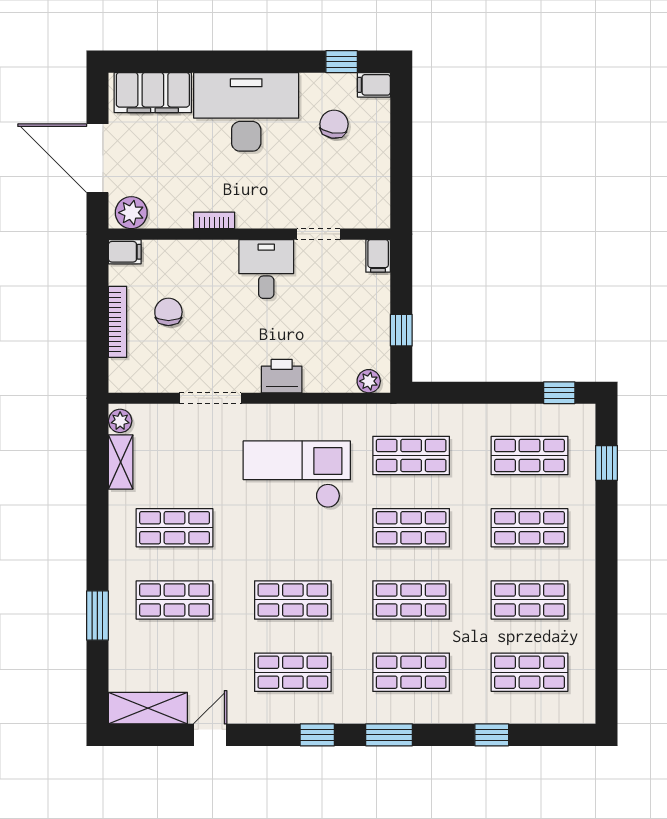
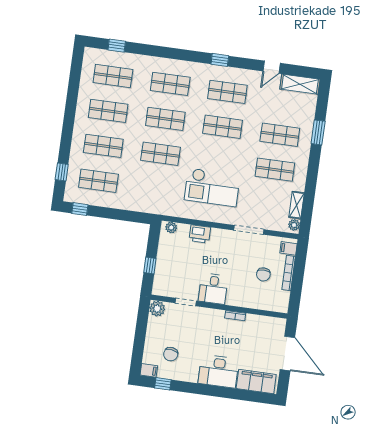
desk: (246, 112) -> (219, 371), width x0.73, depth x0.77
plant: (131, 213) -> (157, 309), moved
filing cabinet: (125, 252) -> (289, 248), moved
filing cabinet: (378, 256) -> (158, 287), removed
window: (401, 330) -> (150, 266), moved
printer: (282, 376) -> (200, 234), moved
shop shelf: (411, 455) -> (156, 189), removed
window: (389, 735) -> (185, 55), removed
window: (492, 735) -> (117, 46), moved

